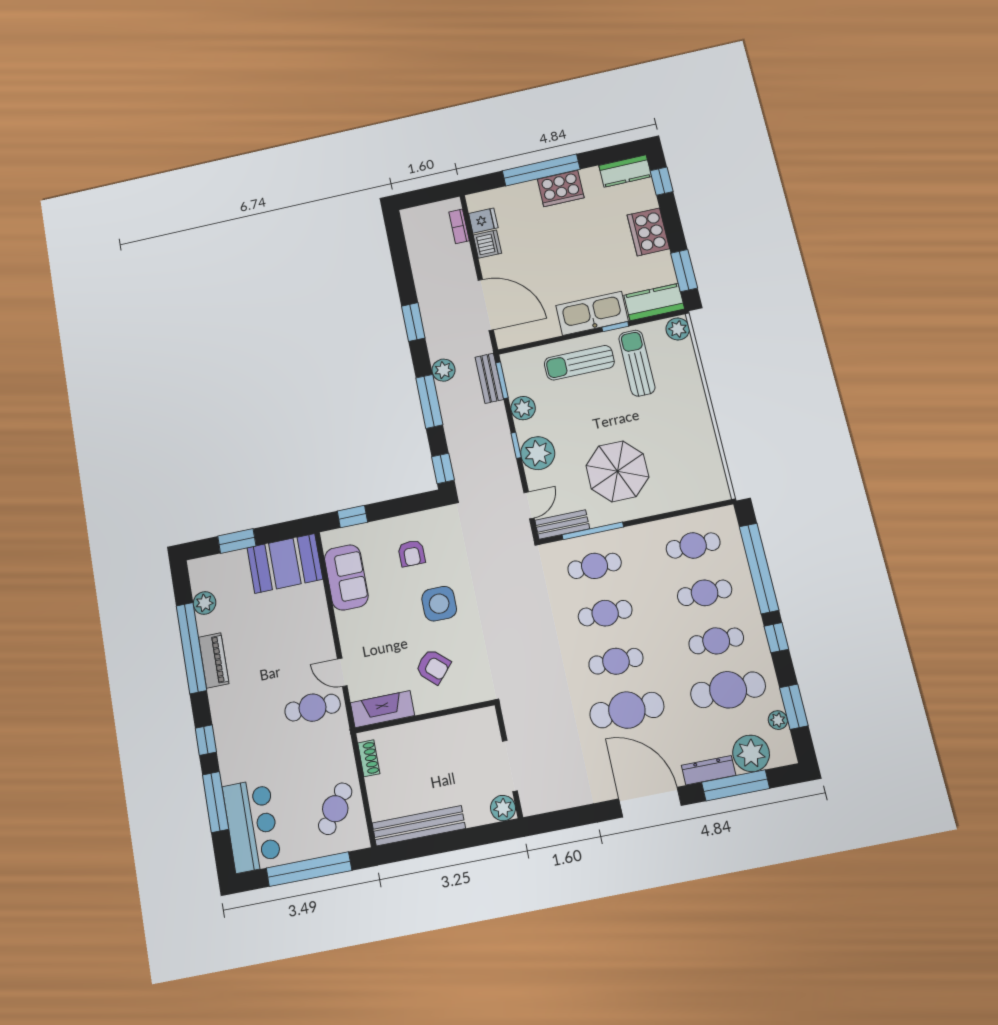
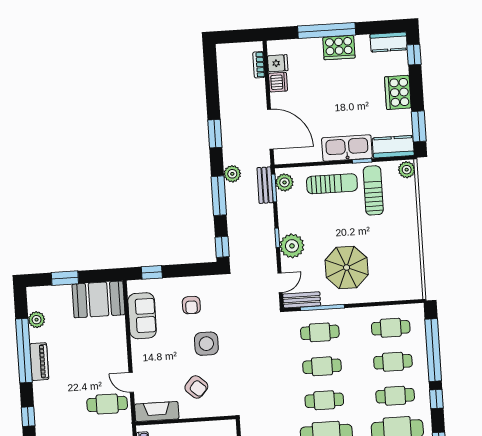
sun lounger: (579, 363) -> (332, 184), turned 180
plant: (523, 408) -> (284, 182), moved

